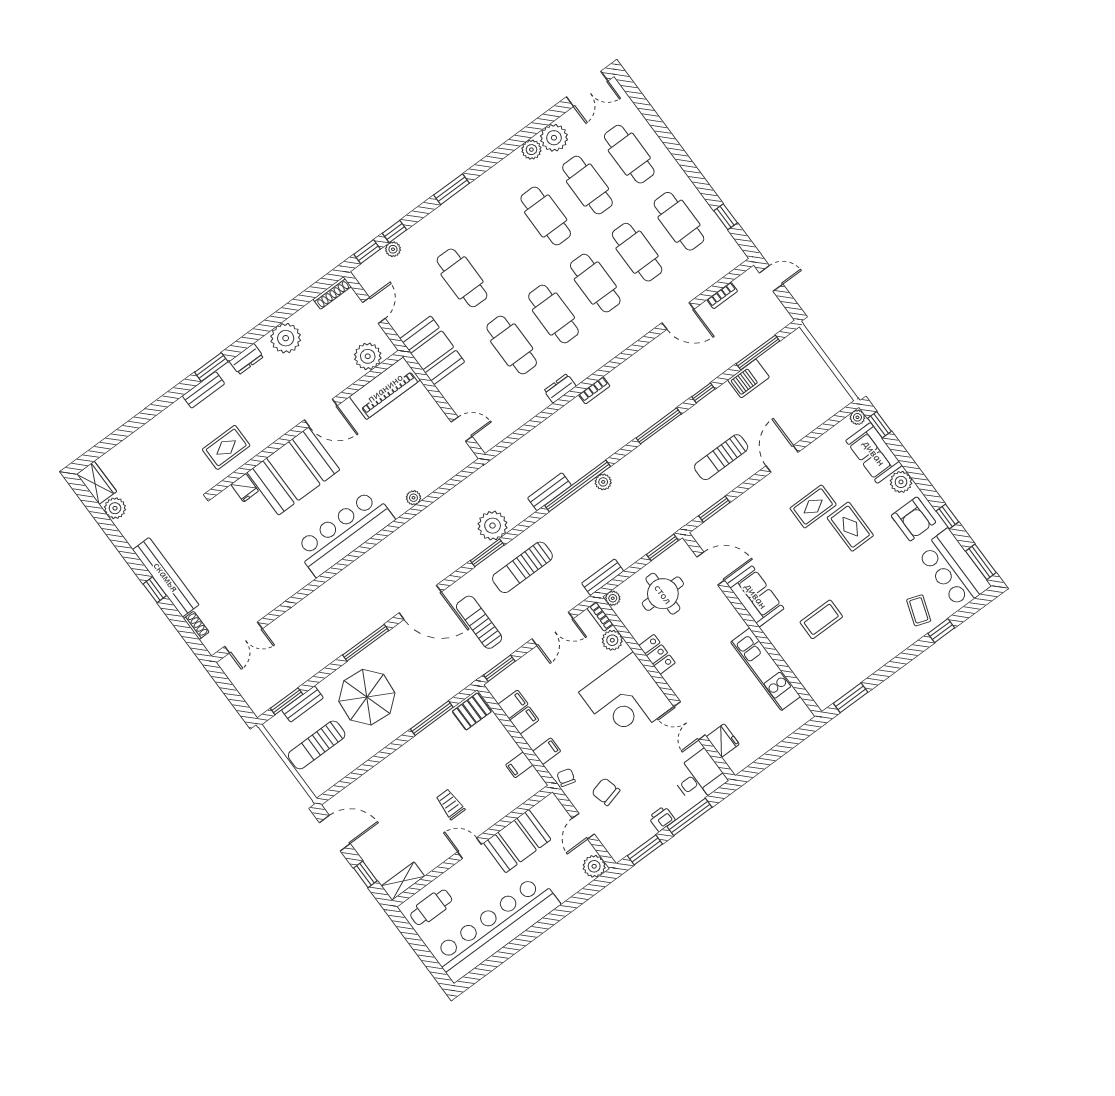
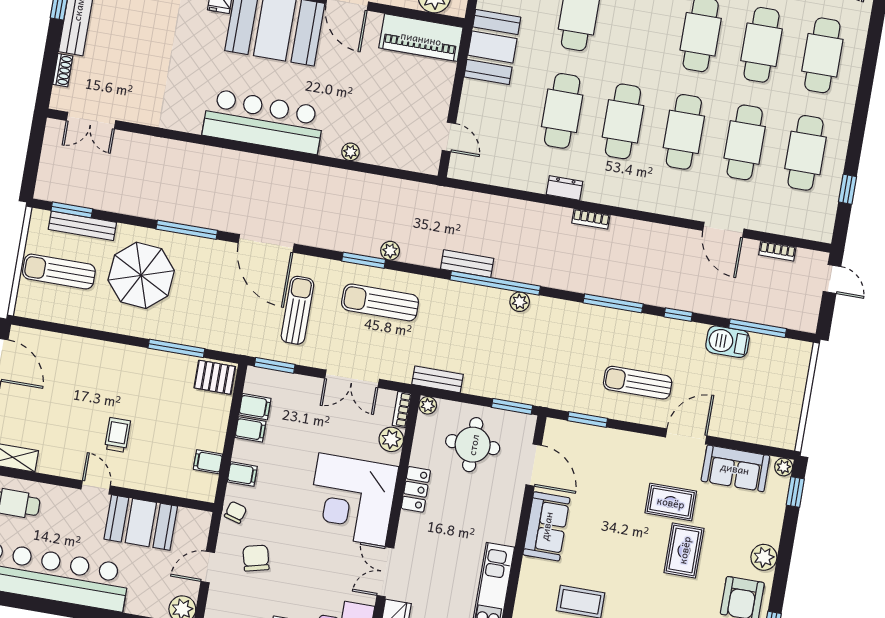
sofa: (874, 453) -> (735, 468), moved, turned -90
plant: (493, 526) -> (390, 251), width x0.53, depth x0.53
bench: (302, 704) -> (82, 226), width x1.36

